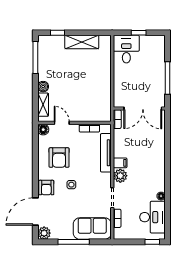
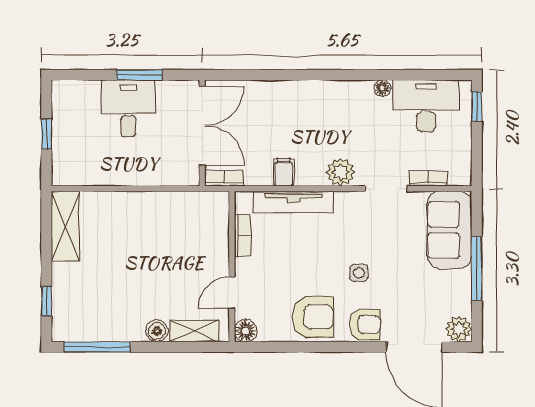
shelving: (82, 42) -> (65, 227), moved
desk: (126, 49) -> (128, 108), moved, turned 90
window: (167, 78) -> (139, 75), width x0.69
armchair: (59, 158) -> (313, 317), moved
filing cabinet: (120, 163) -> (283, 172), moved

